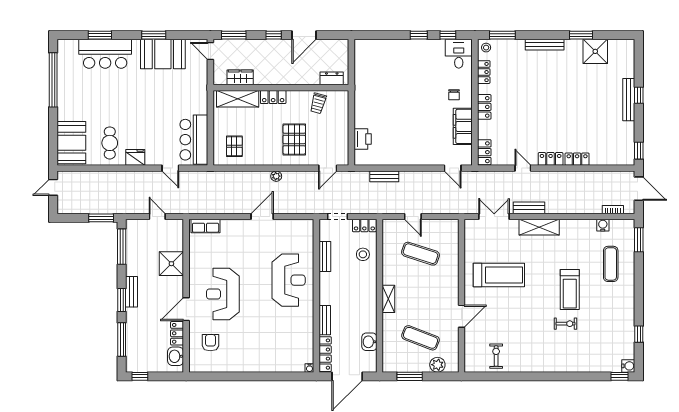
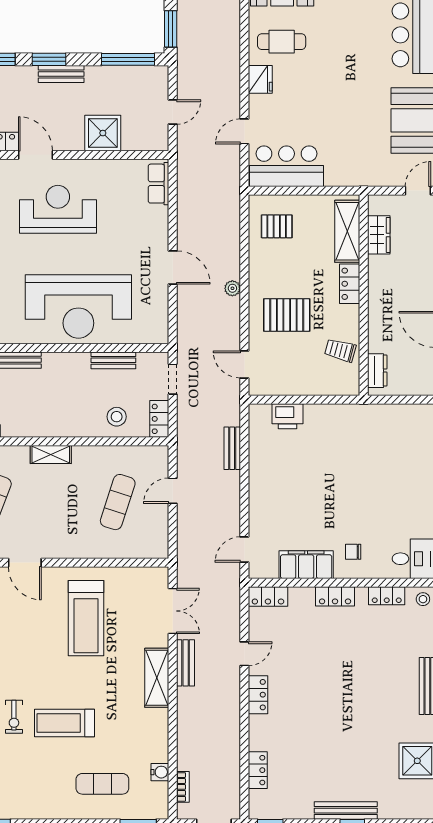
locker: (577, 159) -> (258, 770), moved
reception desk: (289, 280) -> (78, 307), width x1.36, depth x1.30

